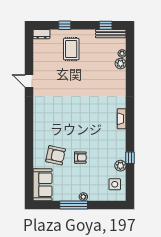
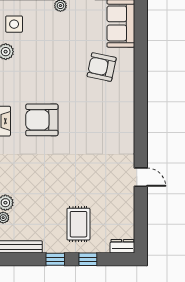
window: (106, 25) -> (55, 259), moved
armchair: (80, 158) -> (42, 120), moved, width x1.88, depth x1.88

